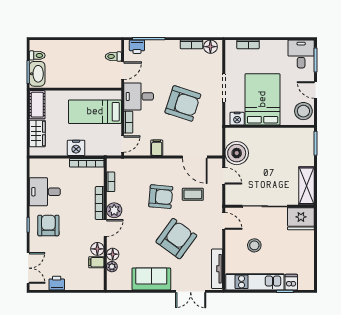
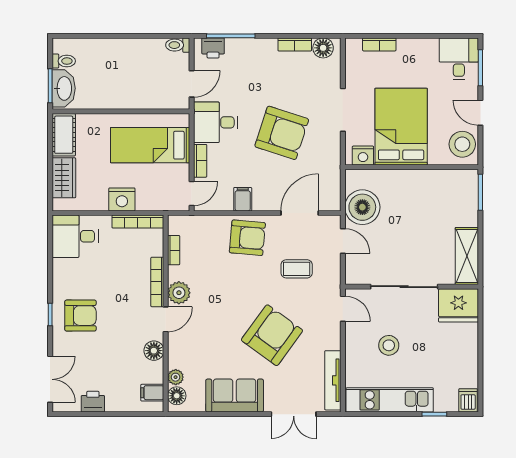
toilet: (113, 56) -> (178, 45), moved
door: (195, 157) -> (300, 213), swing flipped
desk: (45, 192) -> (75, 236), moved
armchair: (161, 197) -> (247, 238), moved
armchair: (48, 225) -> (80, 316), turned 90
floor lamp: (113, 254) -> (177, 396), moved
filing cabinet: (96, 262) -> (152, 393), moved
dishwasher: (291, 282) -> (468, 400), moved

